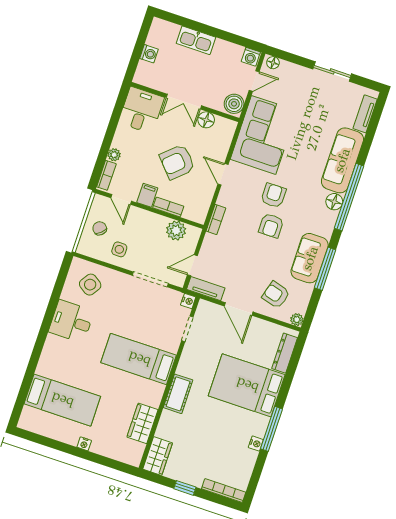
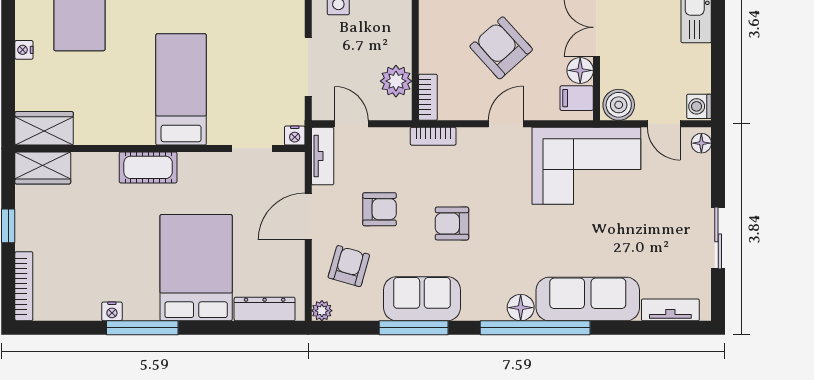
filing cabinet: (147, 195) -> (577, 98), moved, turned 180
armchair: (273, 195) -> (380, 209), moved
bookcase: (168, 207) -> (428, 97), moved
wardrobe: (143, 423) -> (44, 128), moved

